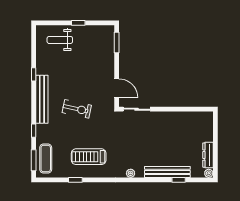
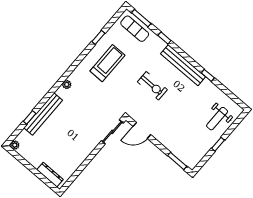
weight bench: (60, 40) -> (217, 119), turned 180
exercise bike: (77, 109) -> (152, 86), turned -102
dresser: (208, 155) -> (50, 175), moved

